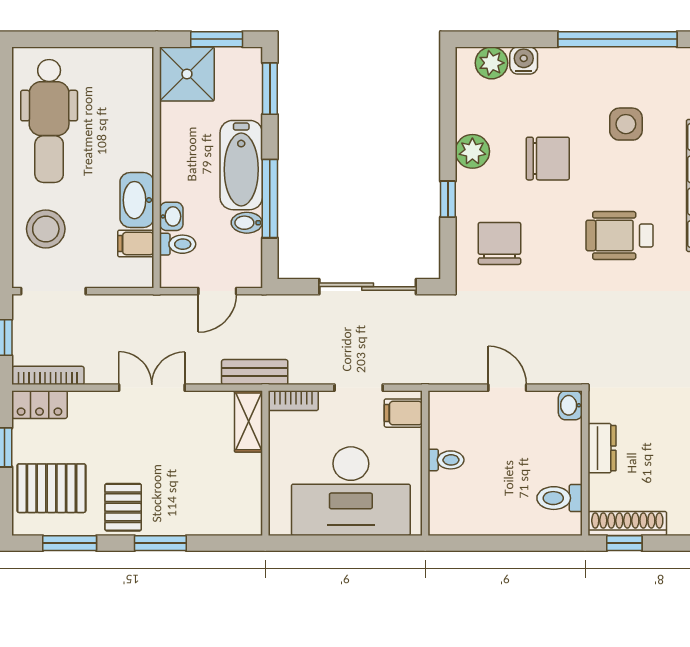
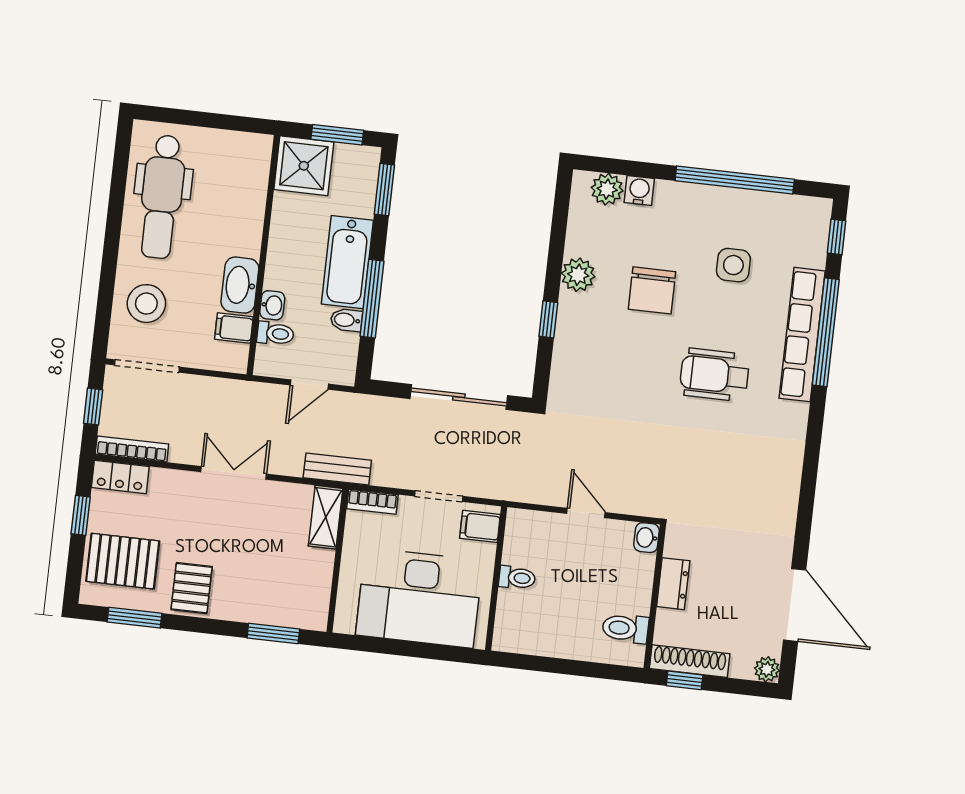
chair: (548, 159) -> (652, 290), turned 90
chair: (499, 243) -> (595, 369), removed
window: (160, 543) -> (273, 633), moved

